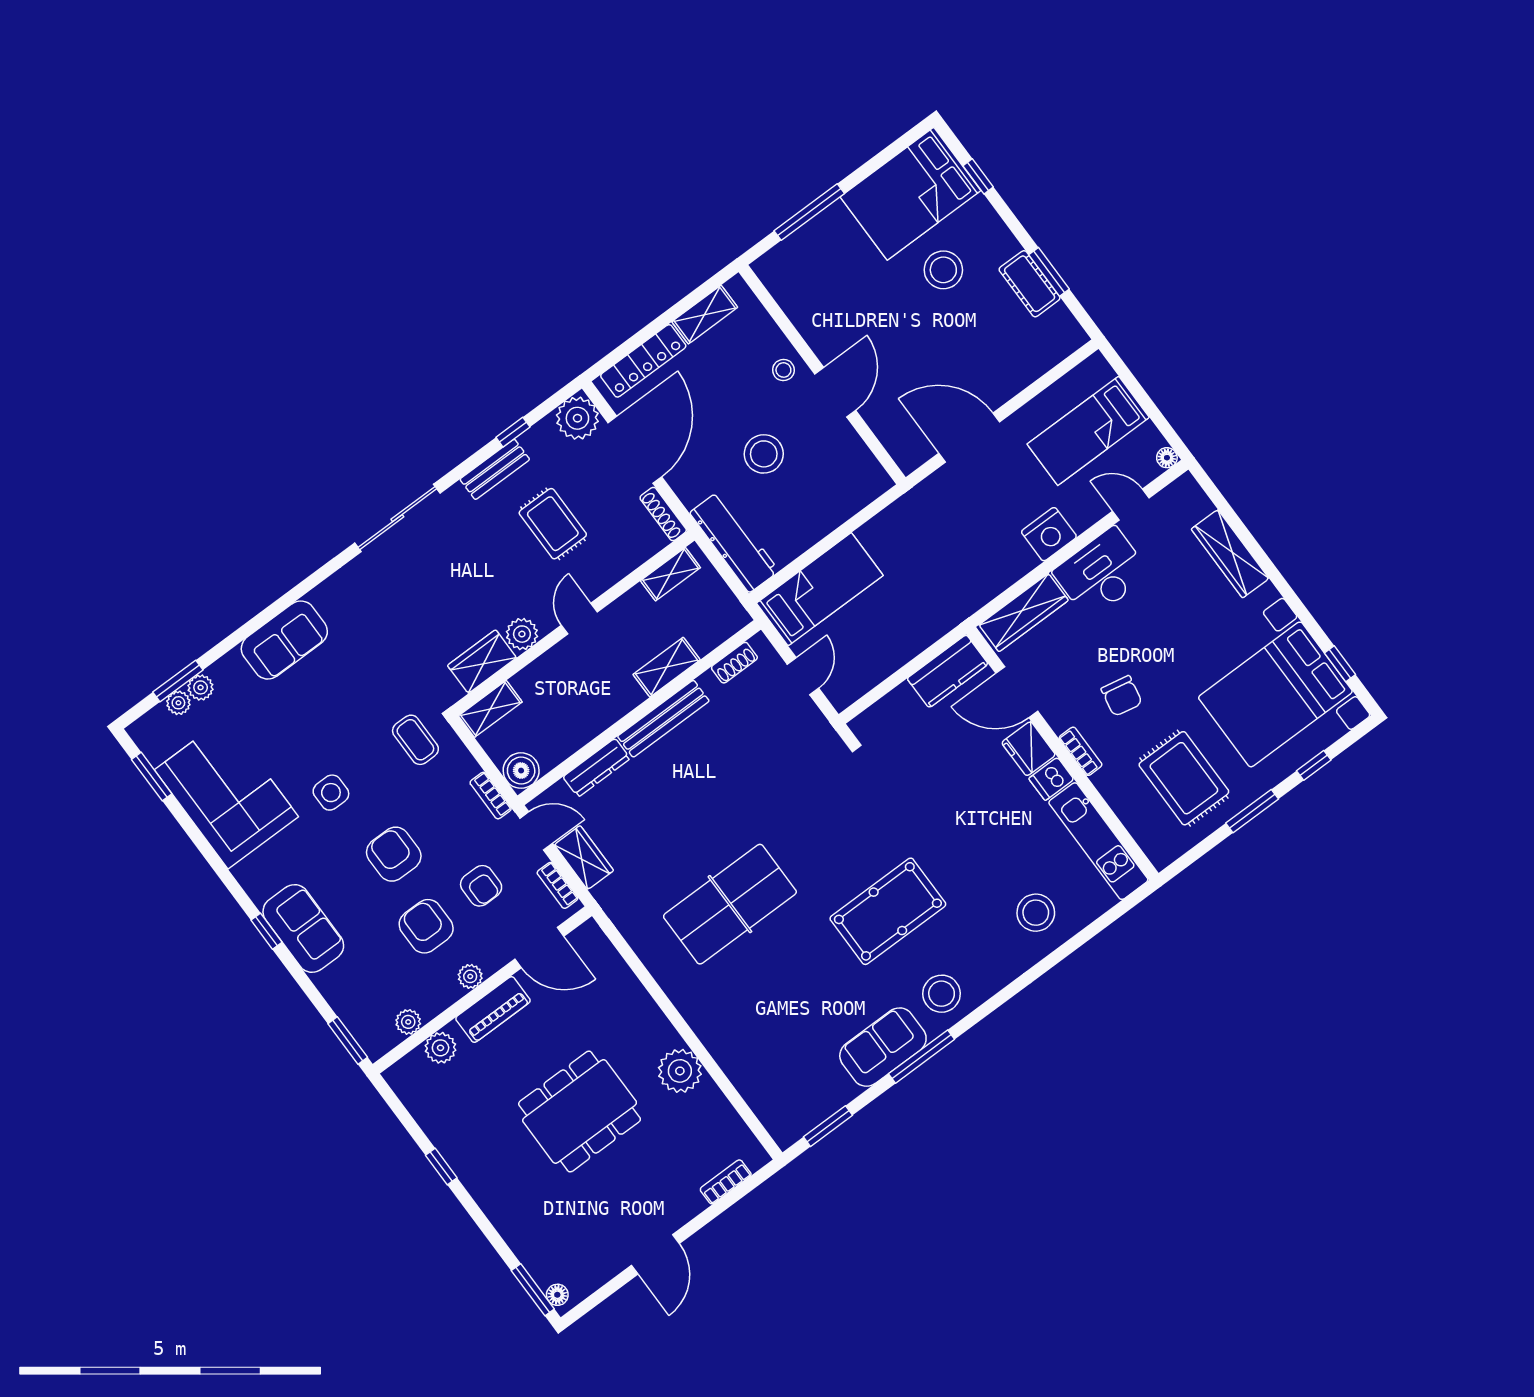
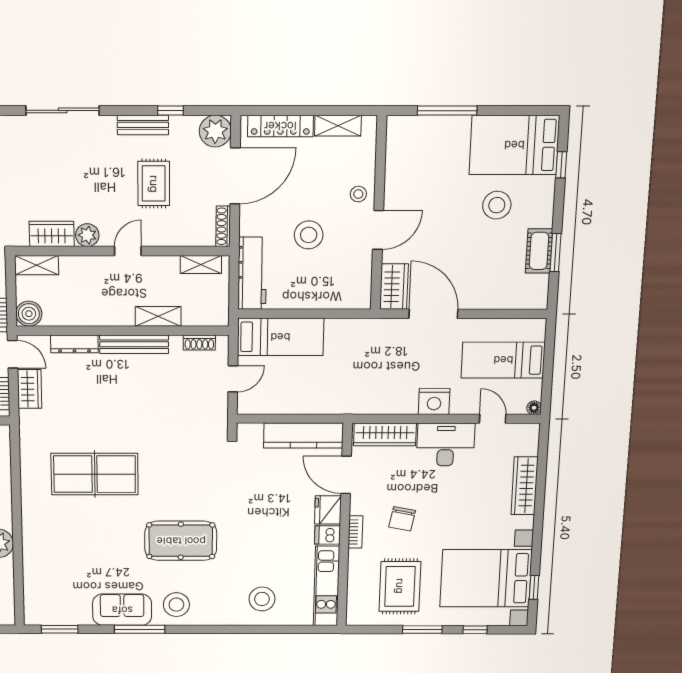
wardrobe: (902, 440) -> (394, 287), added
kitchen counter: (948, 671) -> (304, 436), width x1.50

